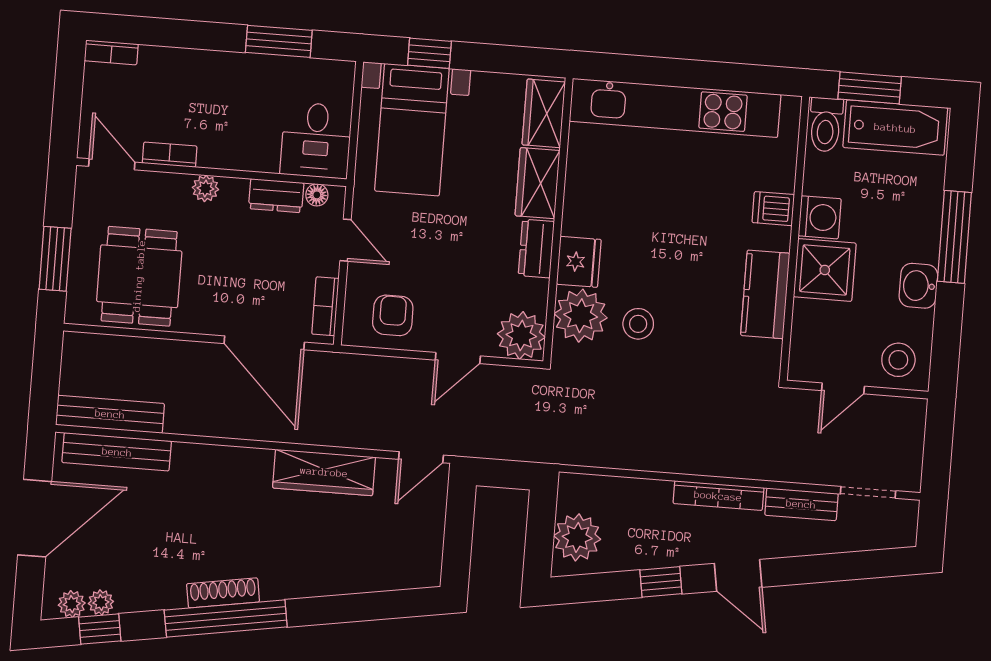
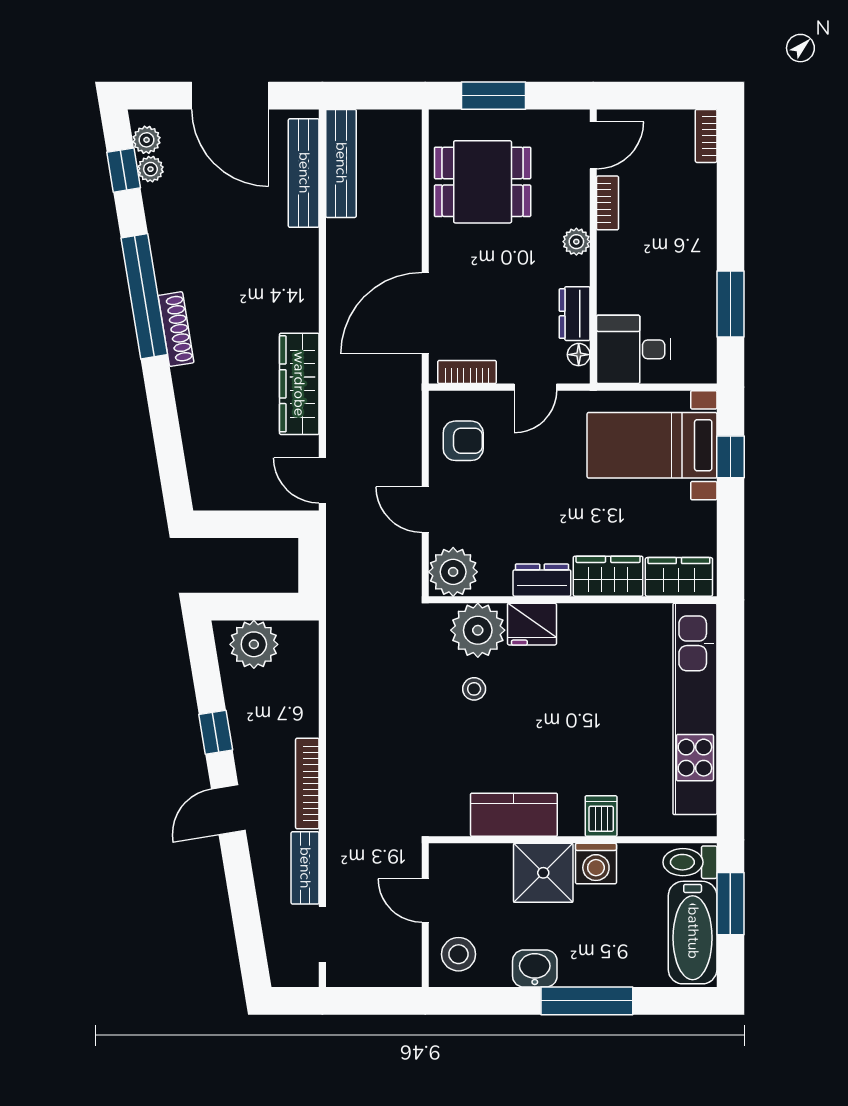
stool: (638, 324) -> (474, 689), width x0.73, depth x0.73
shoe rack: (223, 593) -> (176, 329), moved

